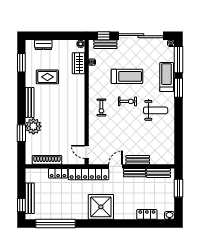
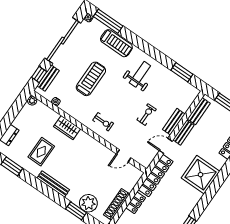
wardrobe: (78, 63) -> (67, 128), moved
treadmill: (167, 77) -> (116, 43), turned 180
window: (179, 88) -> (182, 72), moved
exercise bike: (127, 101) -> (147, 115), moved
plant: (33, 126) -> (88, 203), moved
door: (87, 152) -> (124, 156), moved
door: (116, 166) -> (166, 146), hinge flipped
shower: (101, 207) -> (200, 175), moved

